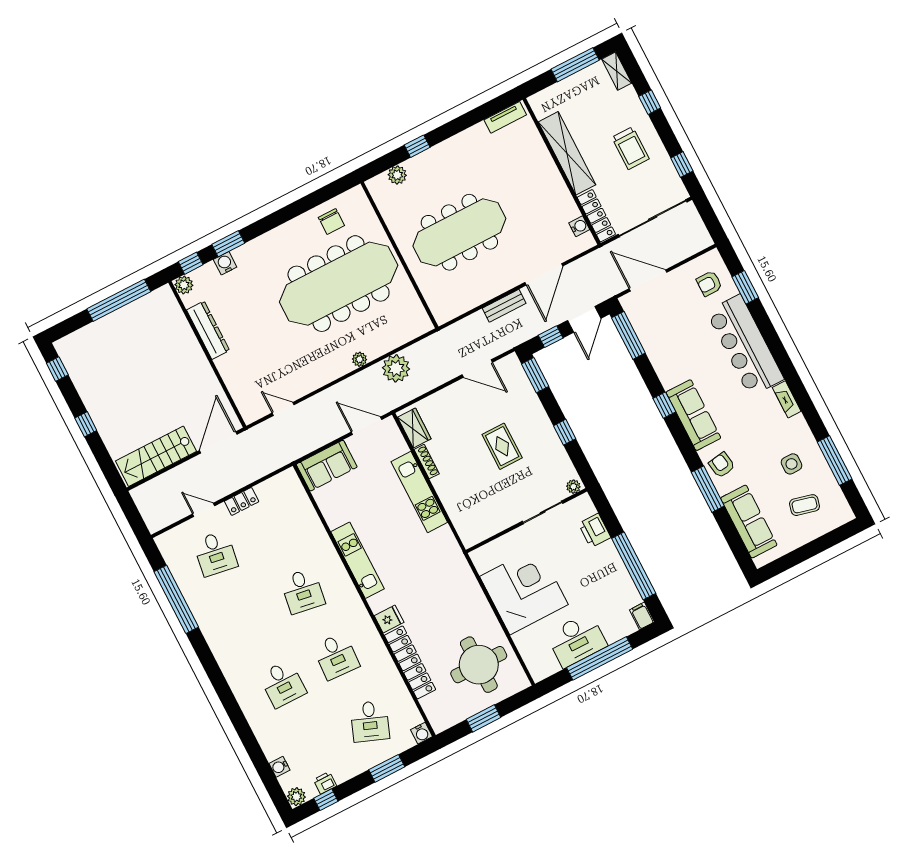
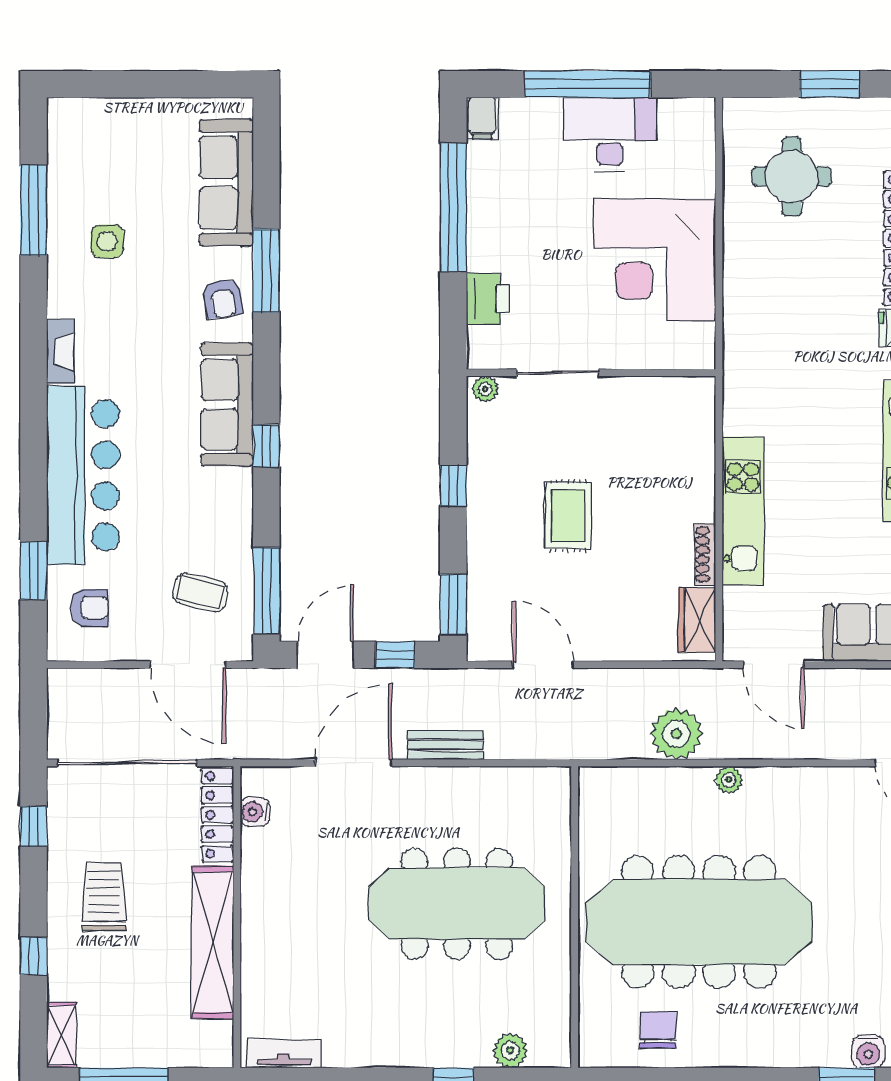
coffee table: (805, 505) -> (200, 592), moved
round table: (479, 665) -> (792, 177), width x0.73, depth x0.73

